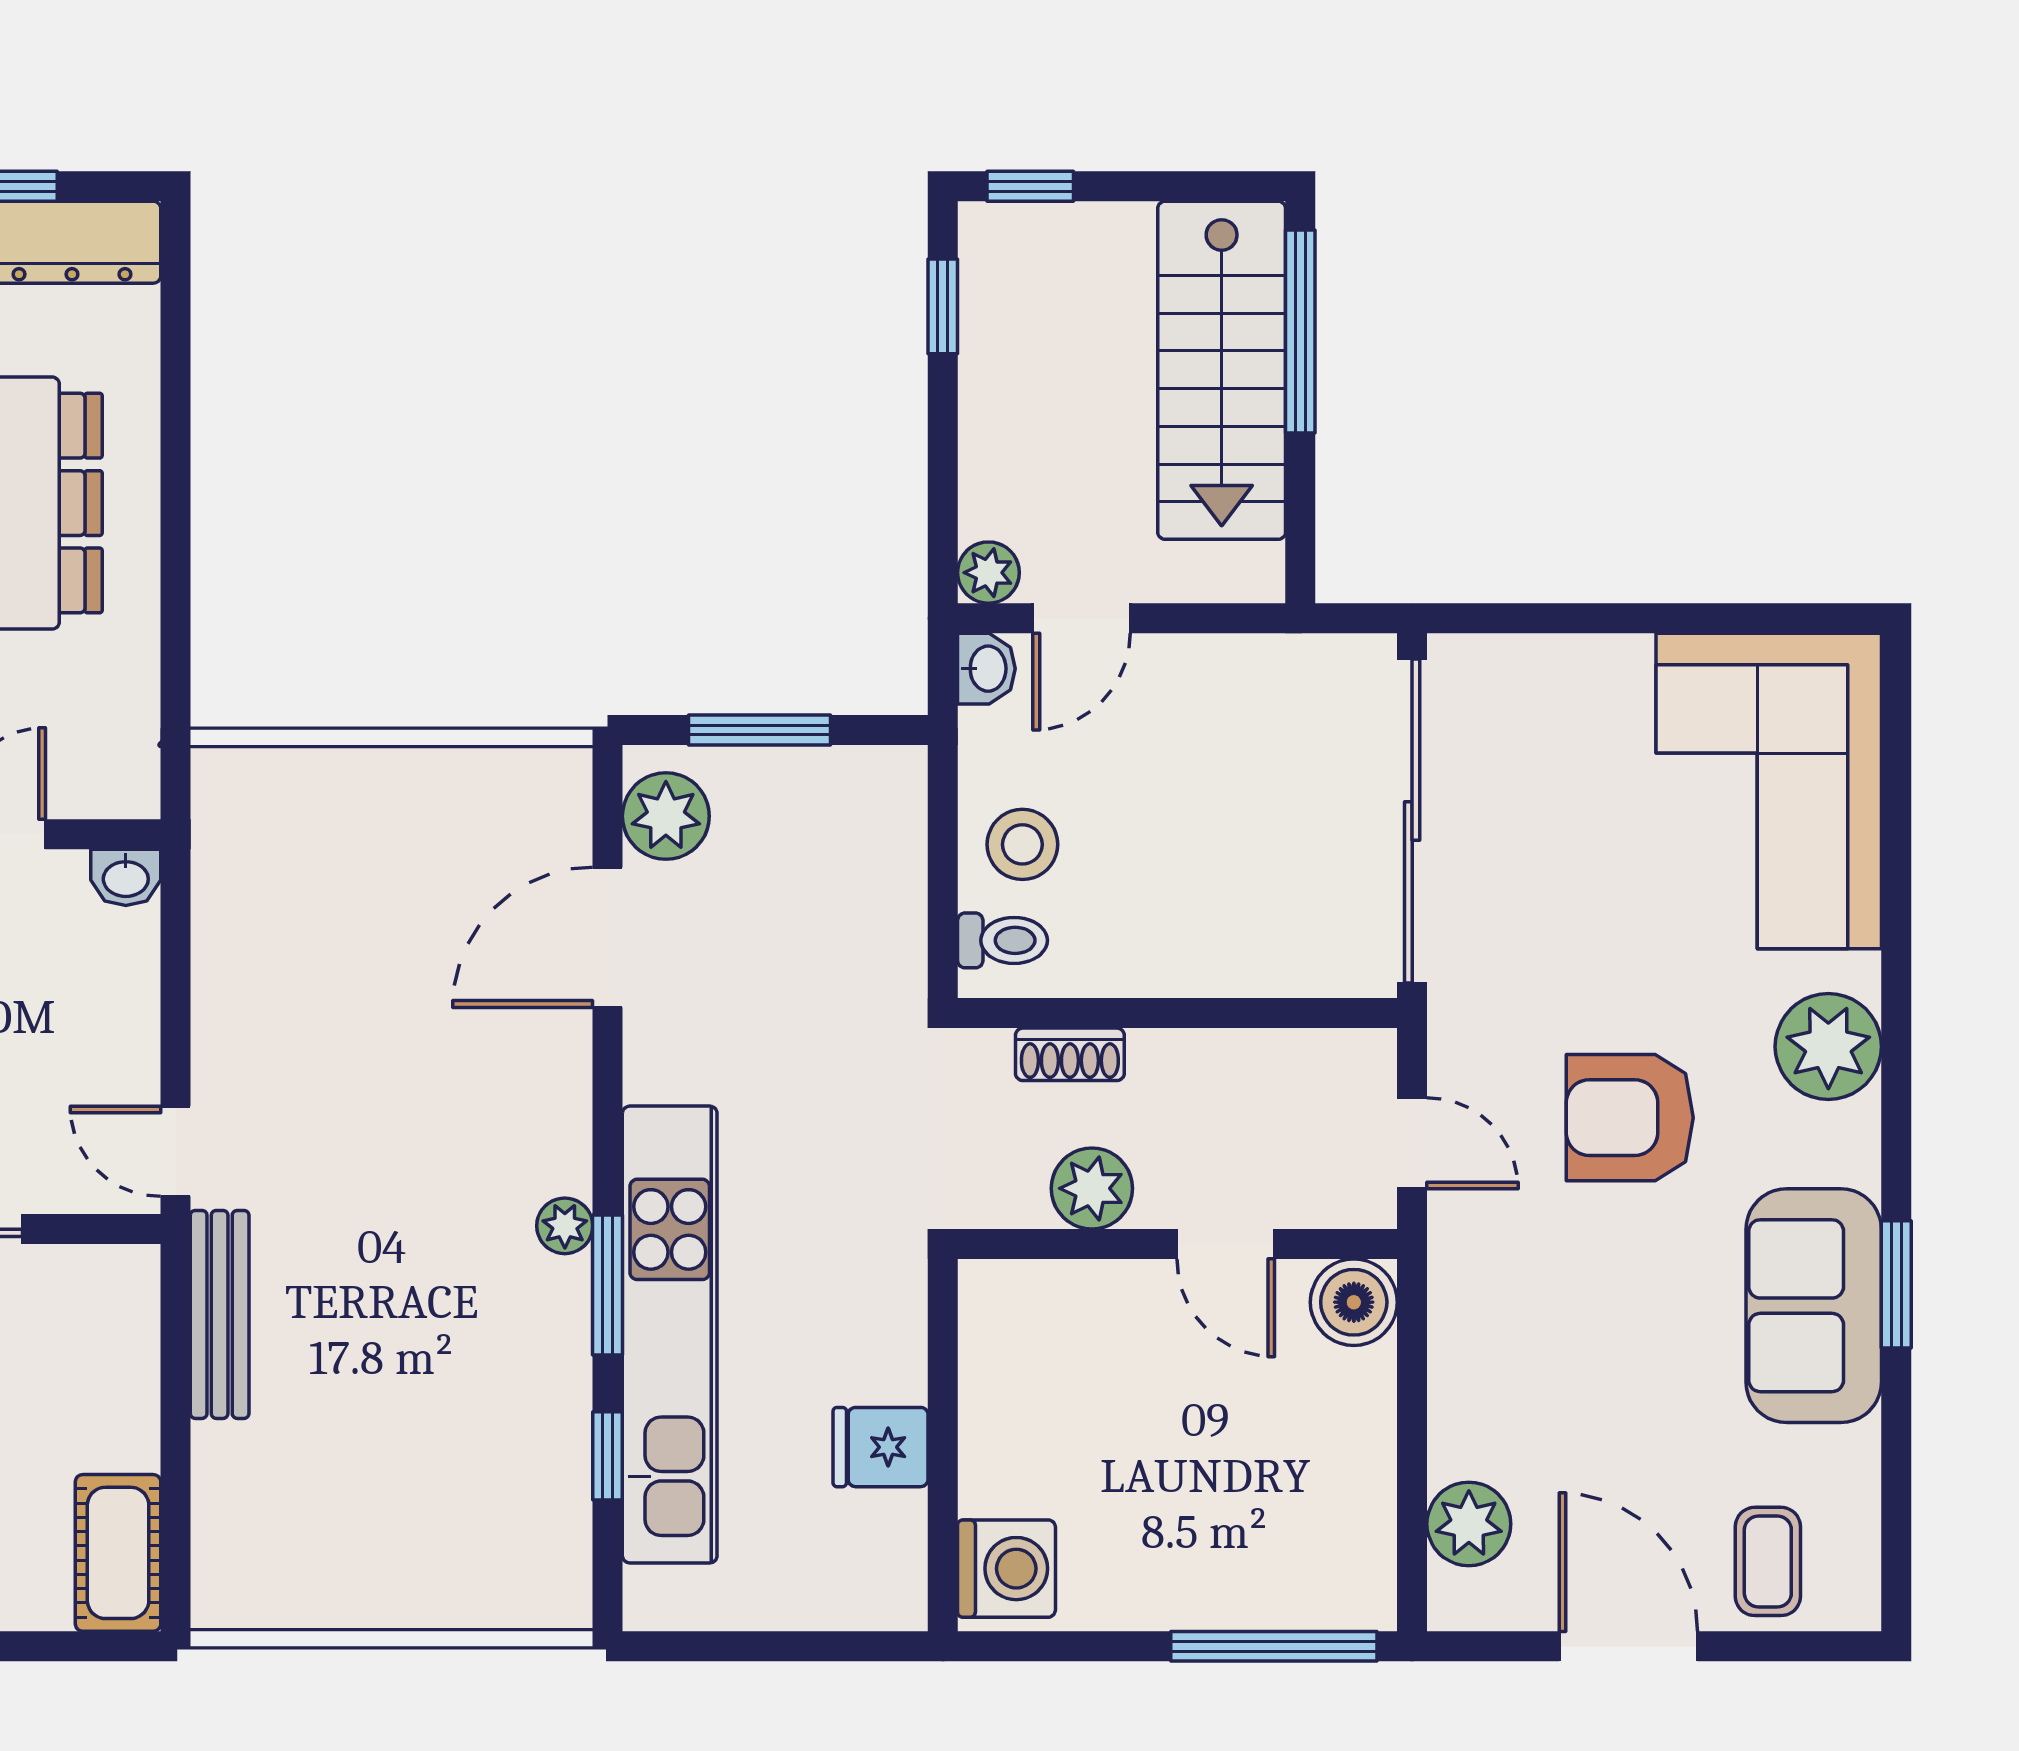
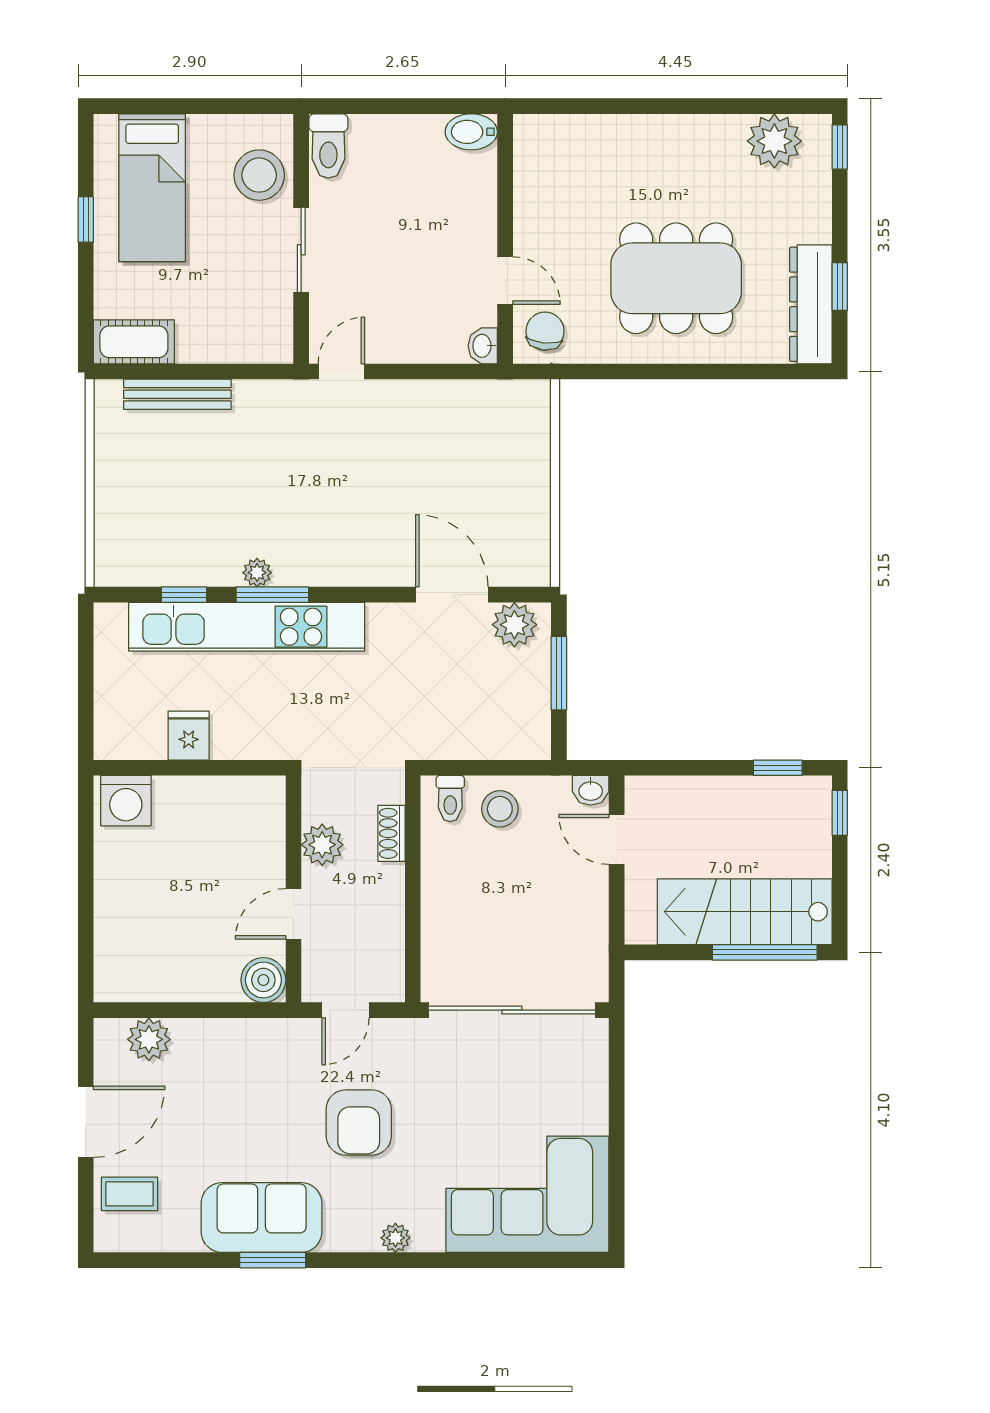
plant: (988, 573) -> (640, 791), removed
chair: (97, 757) -> (545, 331), added
plant: (1828, 1047) -> (395, 1238), width x0.53, depth x0.53
armchair: (1630, 1118) -> (359, 1122), turned 180
plant: (565, 1226) -> (257, 573), moved
bench: (220, 1314) -> (177, 394), moved
window: (1274, 1646) -> (86, 939), removed

